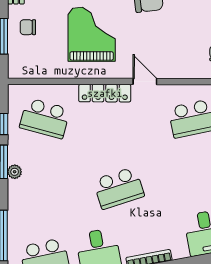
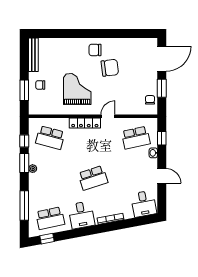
door: (145, 81) -> (108, 116), hinge flipped

